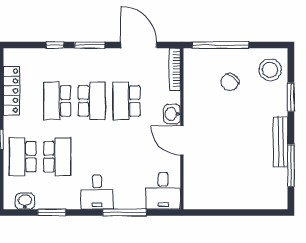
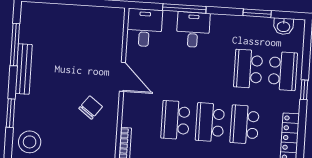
chair: (230, 82) -> (91, 108), moved
school desk: (57, 101) -> (245, 124), turned 180
school desk: (126, 101) -> (175, 120), turned 180
washbasin: (172, 114) -> (131, 104), removed
desk: (97, 192) -> (193, 30), moved

